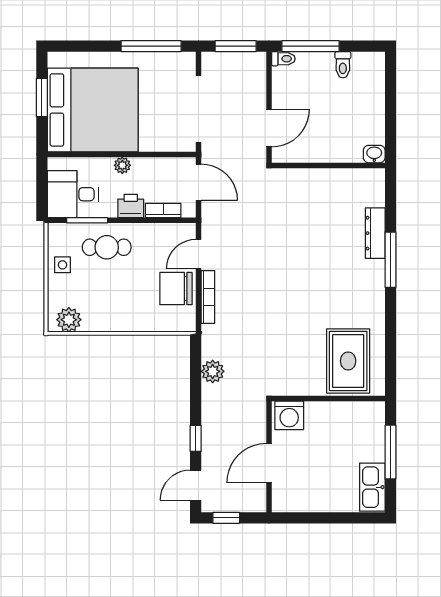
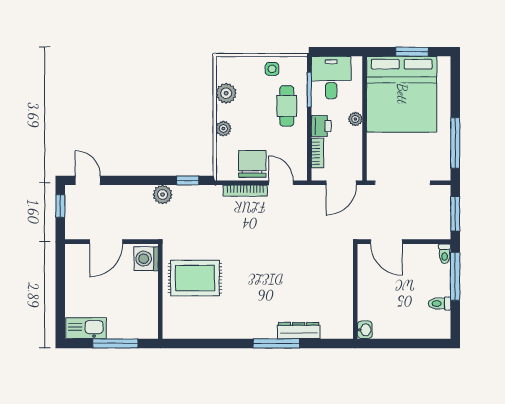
plant: (69, 320) -> (226, 93), moved
plant: (134, 323) -> (223, 129), added
rug: (348, 361) -> (195, 278), moved
plant: (213, 371) -> (163, 195), moved
window: (196, 438) -> (188, 180), moved
door: (269, 463) -> (106, 242), swing flipped

